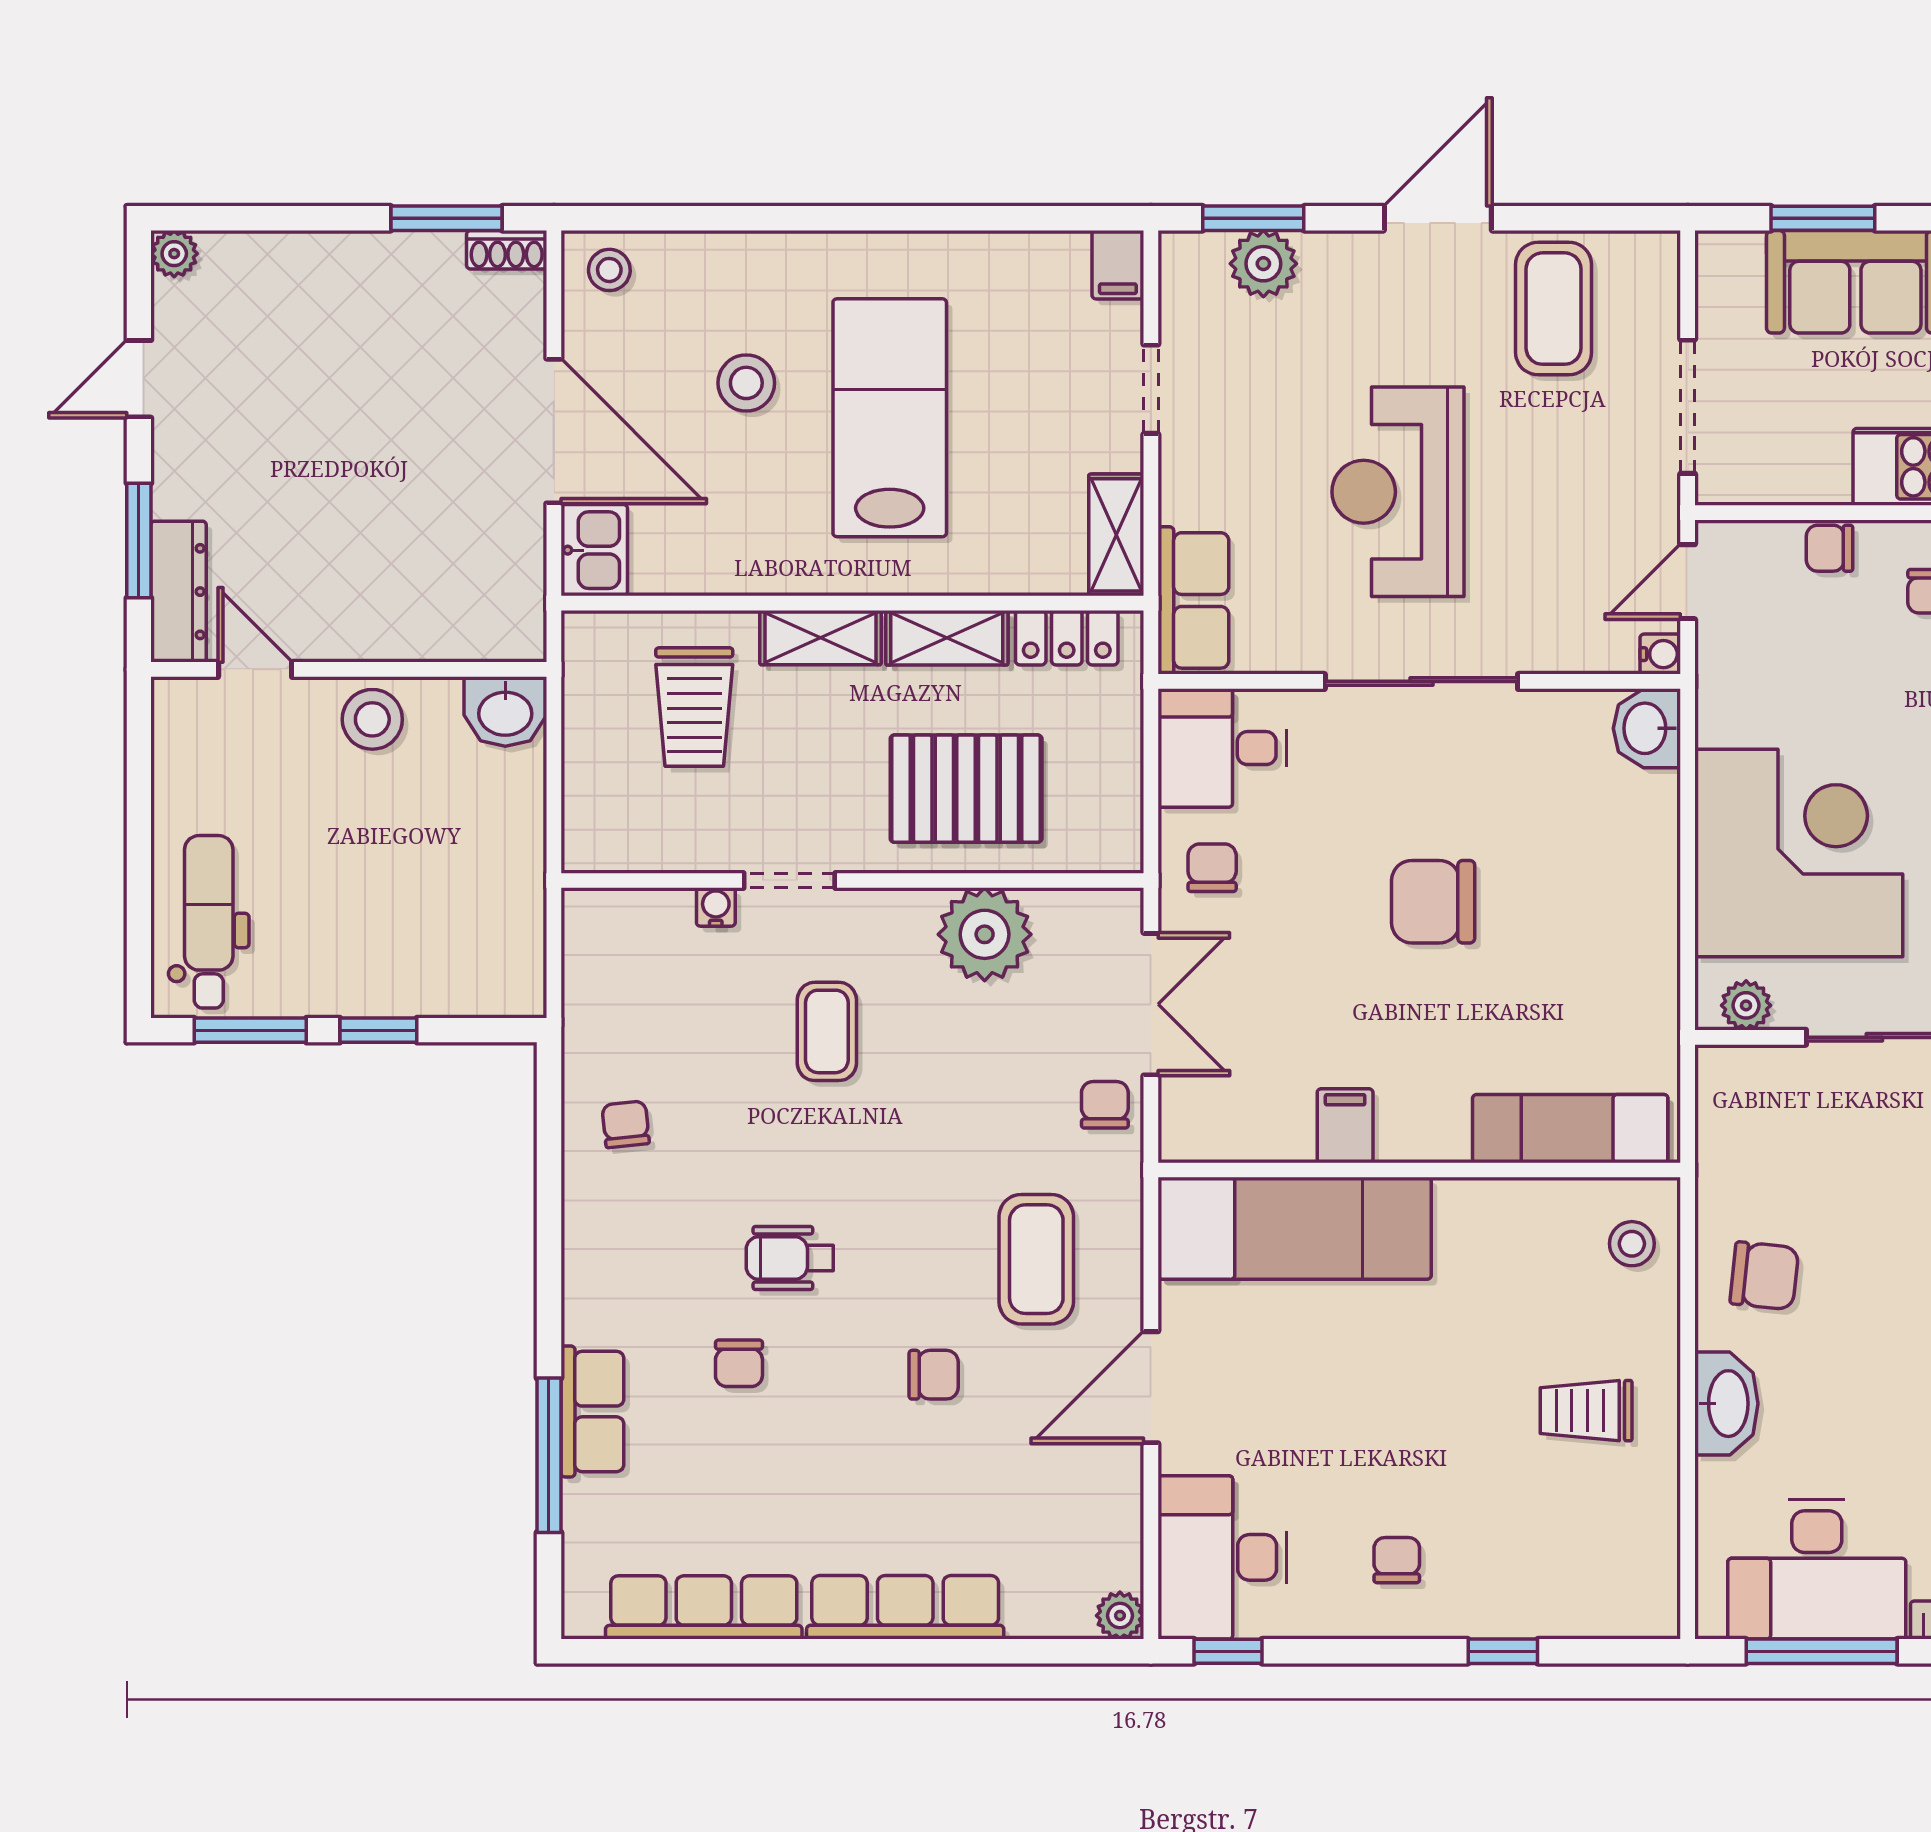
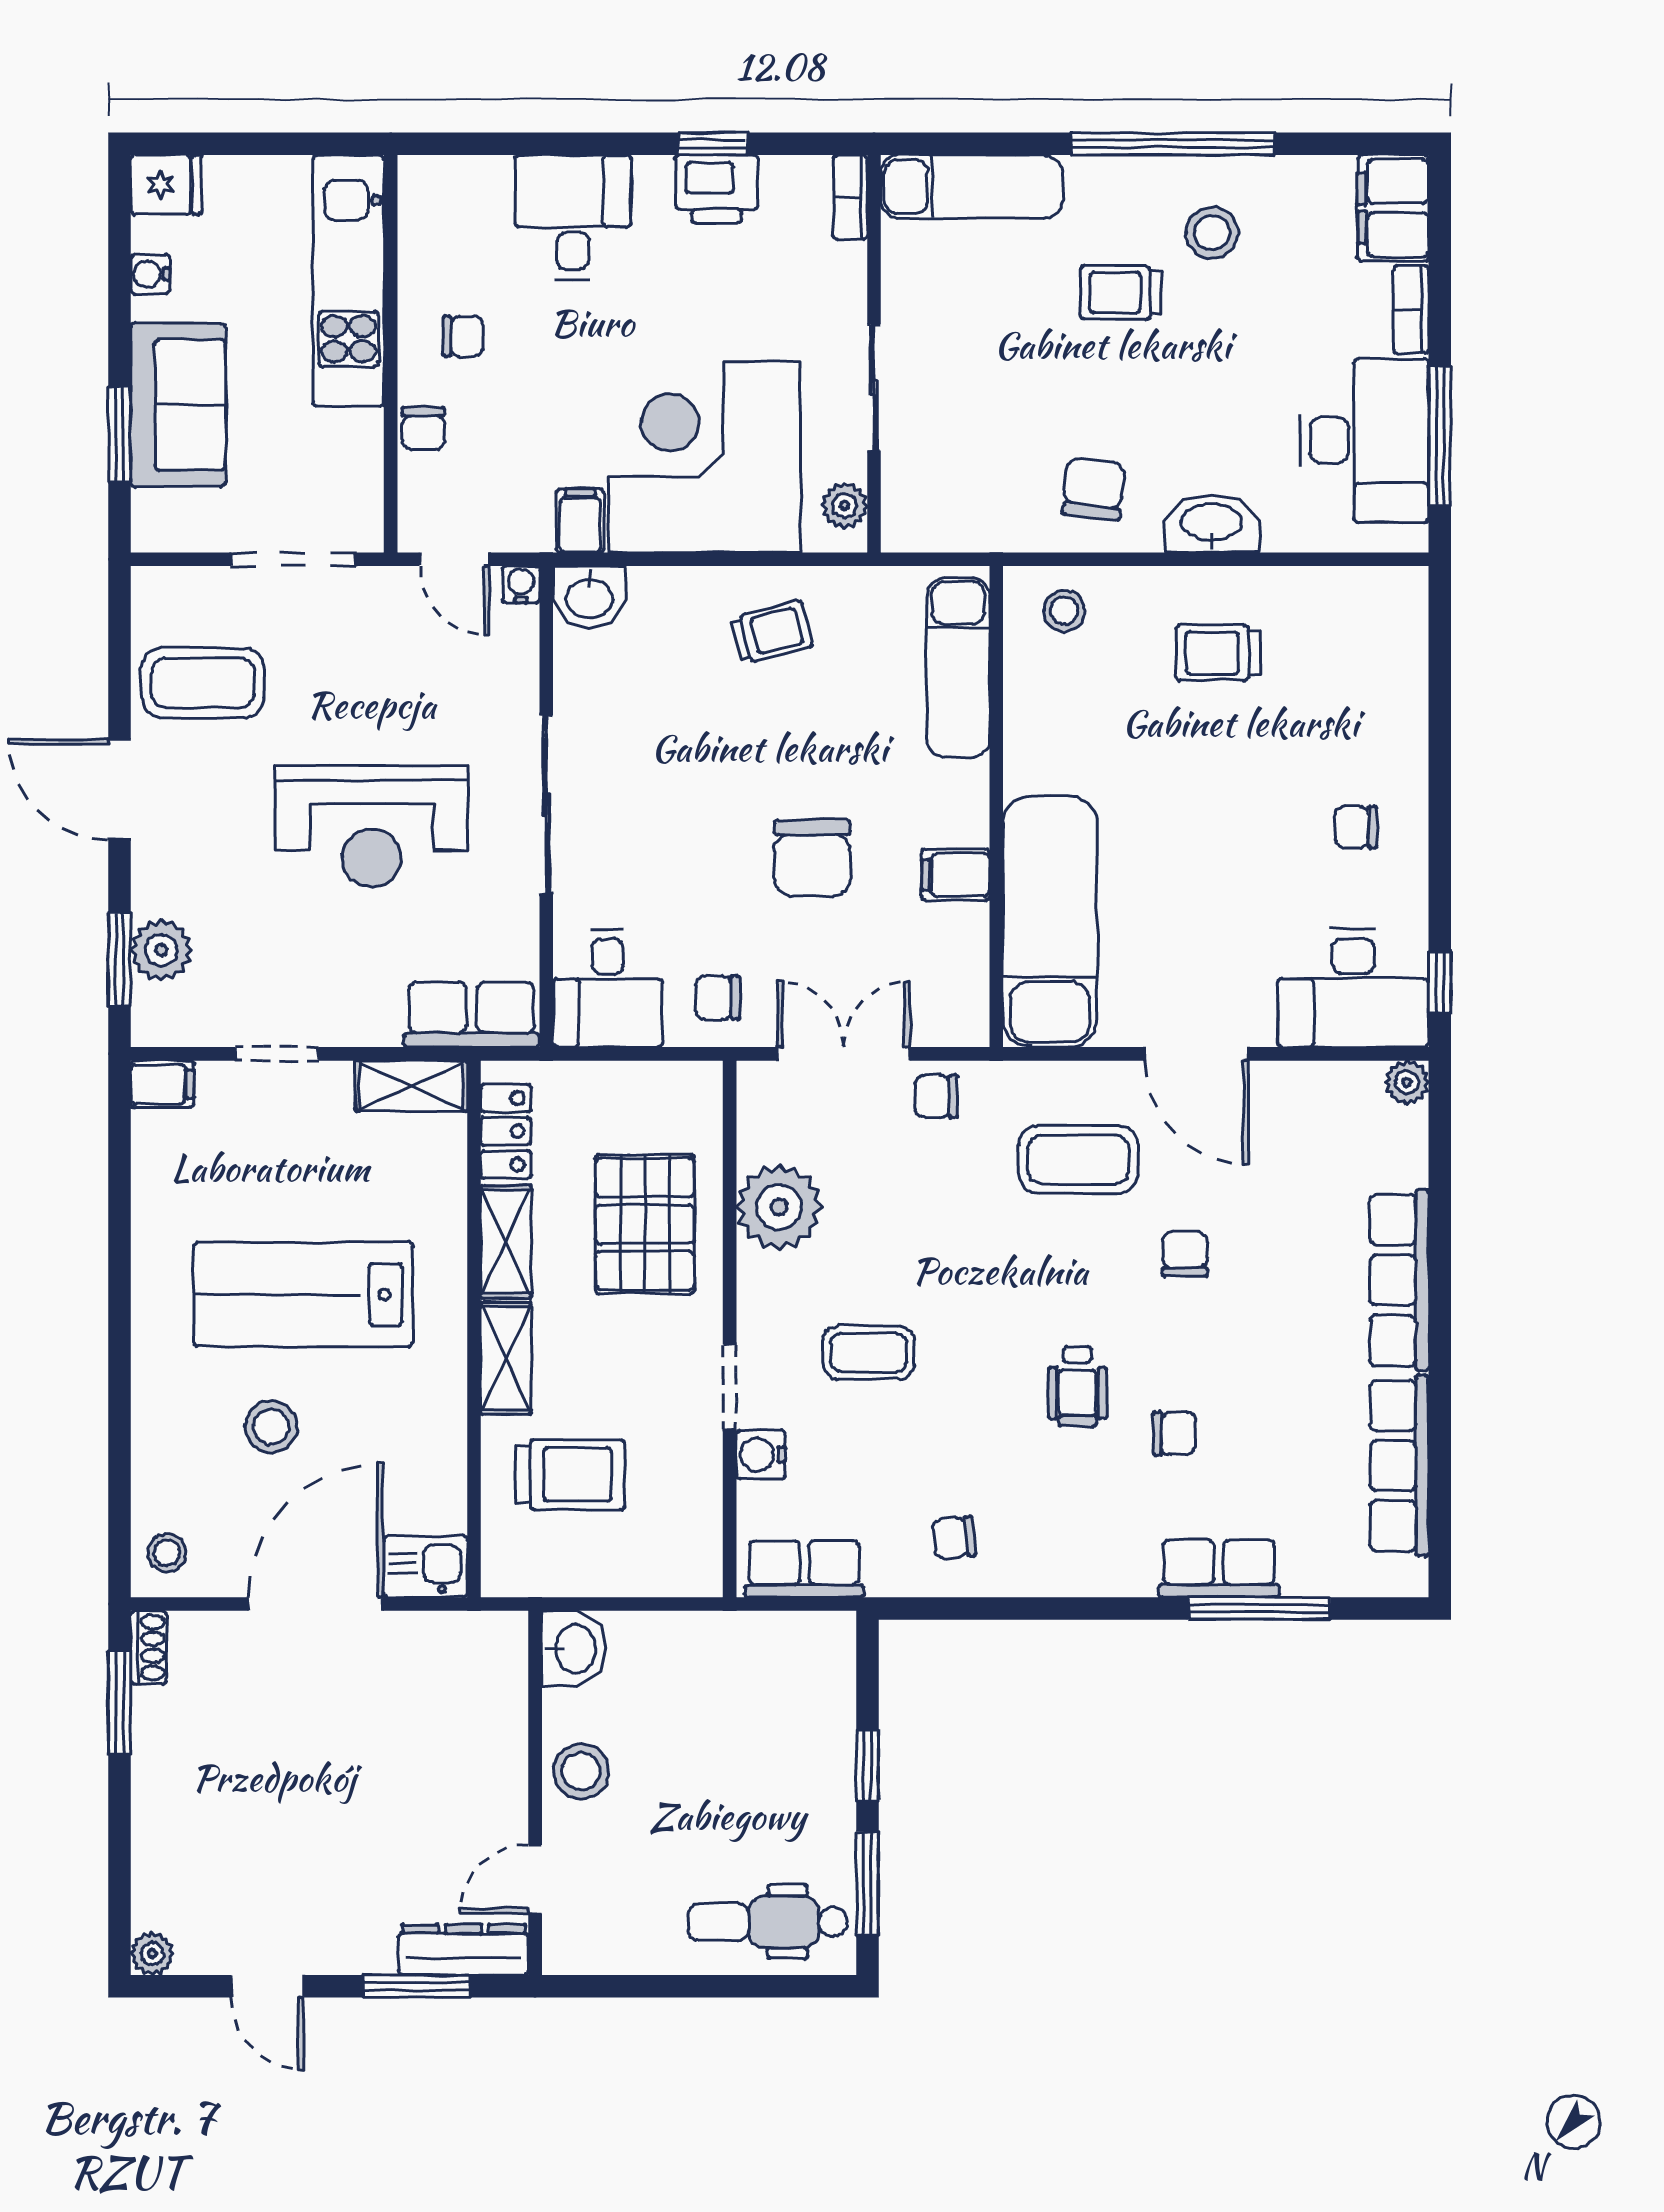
filing cabinet: (1730, 718) -> (580, 521), added
chair: (1433, 902) -> (812, 858), moved
water cooler: (716, 907) -> (761, 1455), width x1.38, depth x1.38
trolley: (1609, 926) -> (772, 632), added
row of seats: (592, 962) -> (804, 1569), added
trolley: (1586, 1411) -> (1218, 653), turned 90
window: (1503, 1651) -> (1440, 730), removed

